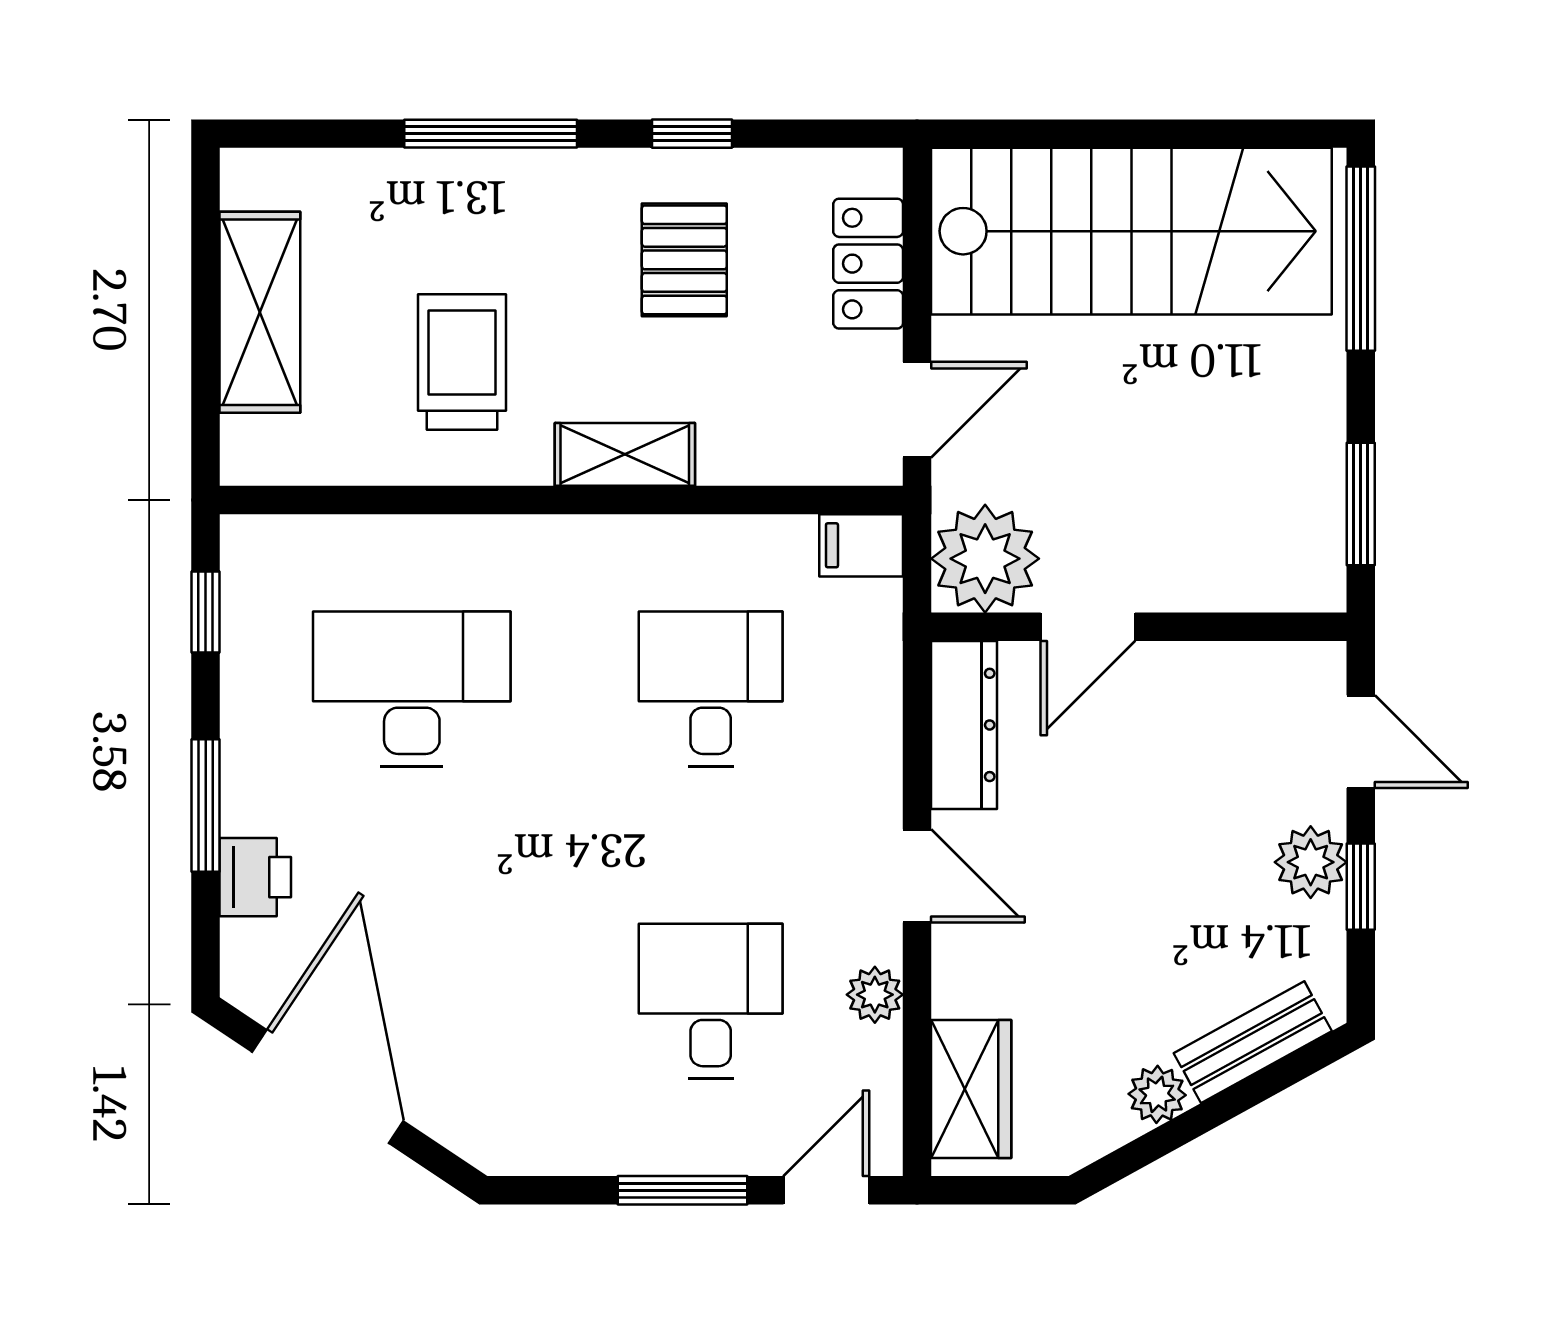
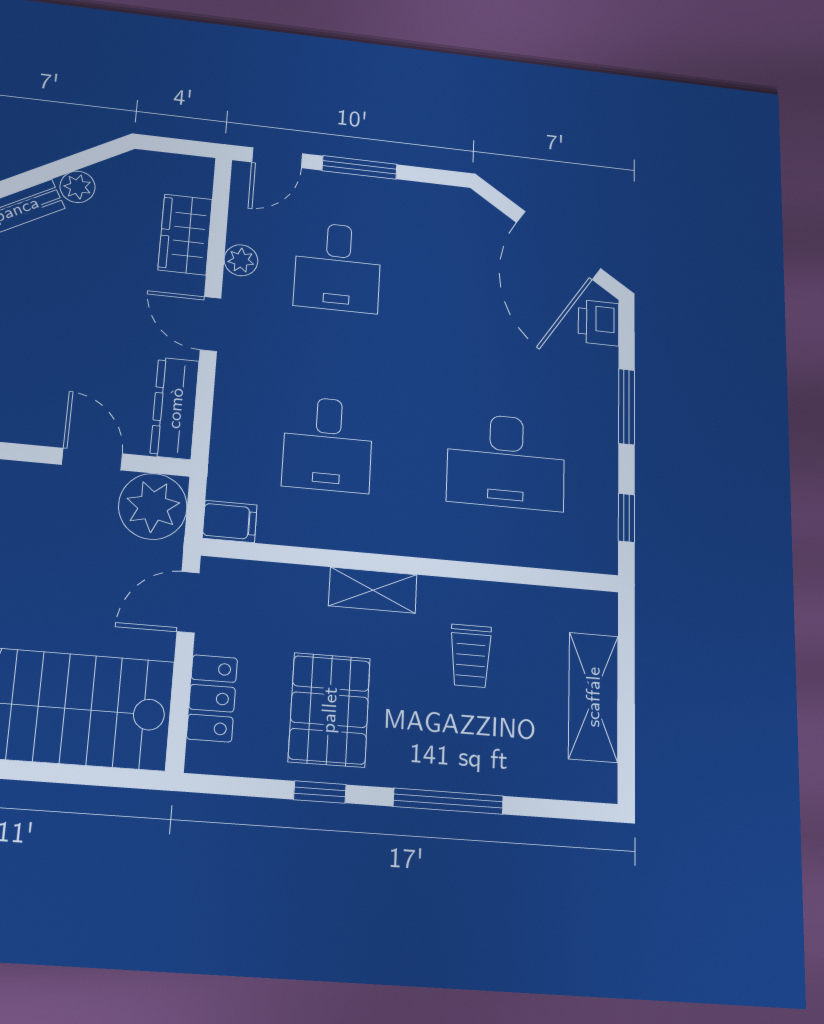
pallet: (684, 260) -> (329, 710), width x1.50, depth x1.42
trolley: (462, 362) -> (471, 656), width x0.73, depth x0.72
door: (1088, 627) -> (92, 459), hinge flipped
printer: (255, 877) -> (599, 323), moved
wardrobe: (971, 1089) -> (185, 235), moved

